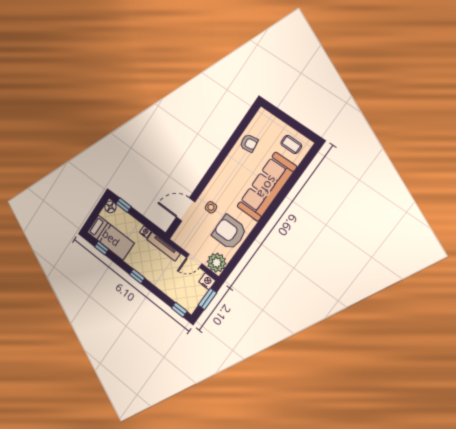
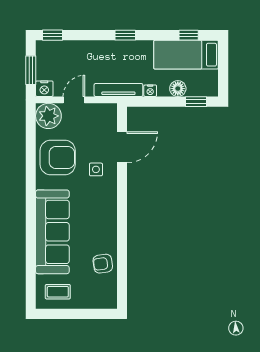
floor lamp: (110, 207) -> (178, 89), moved

